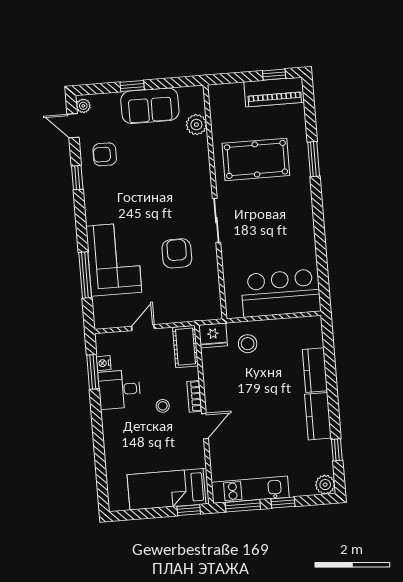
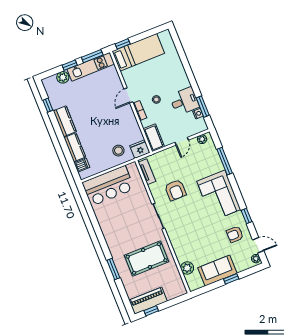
armchair: (105, 154) -> (235, 234), turned 180
corner sofa: (114, 259) -> (219, 195), moved
tv unit: (213, 296) -> (147, 172), added
plant: (110, 321) -> (202, 139), added
dishwasher: (312, 339) -> (82, 165), added
plant: (325, 485) -> (63, 77), moved

